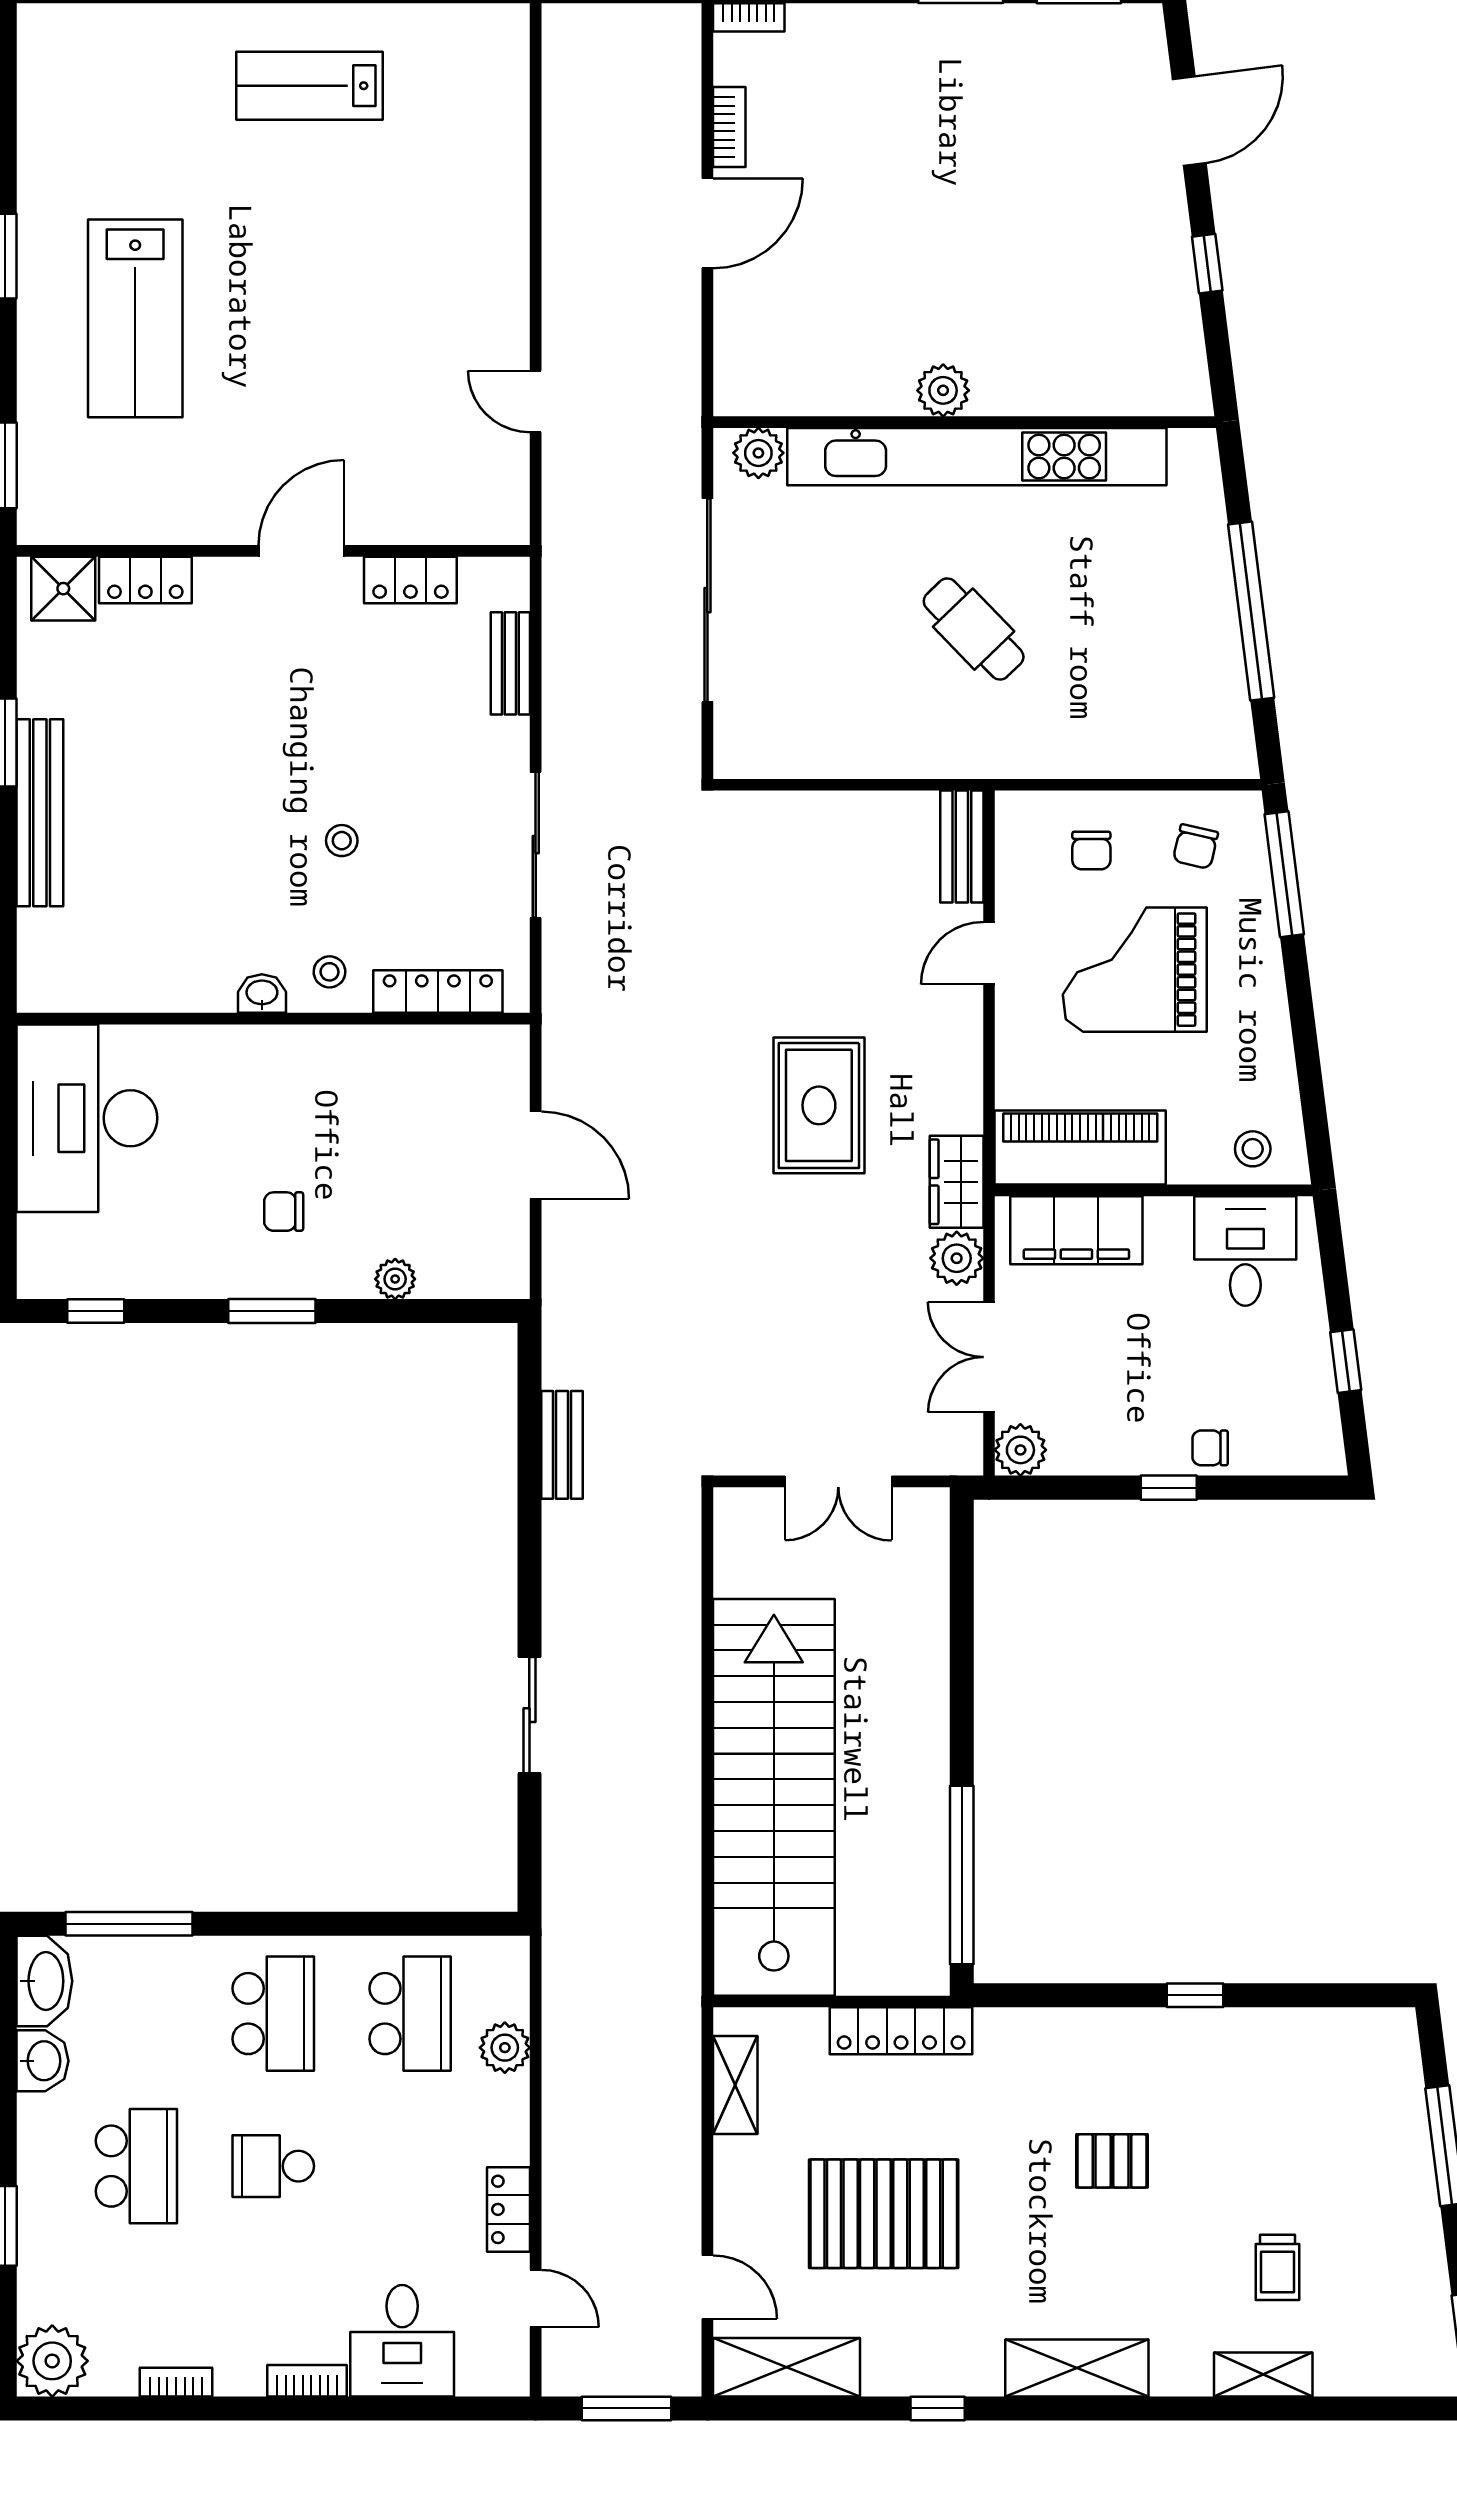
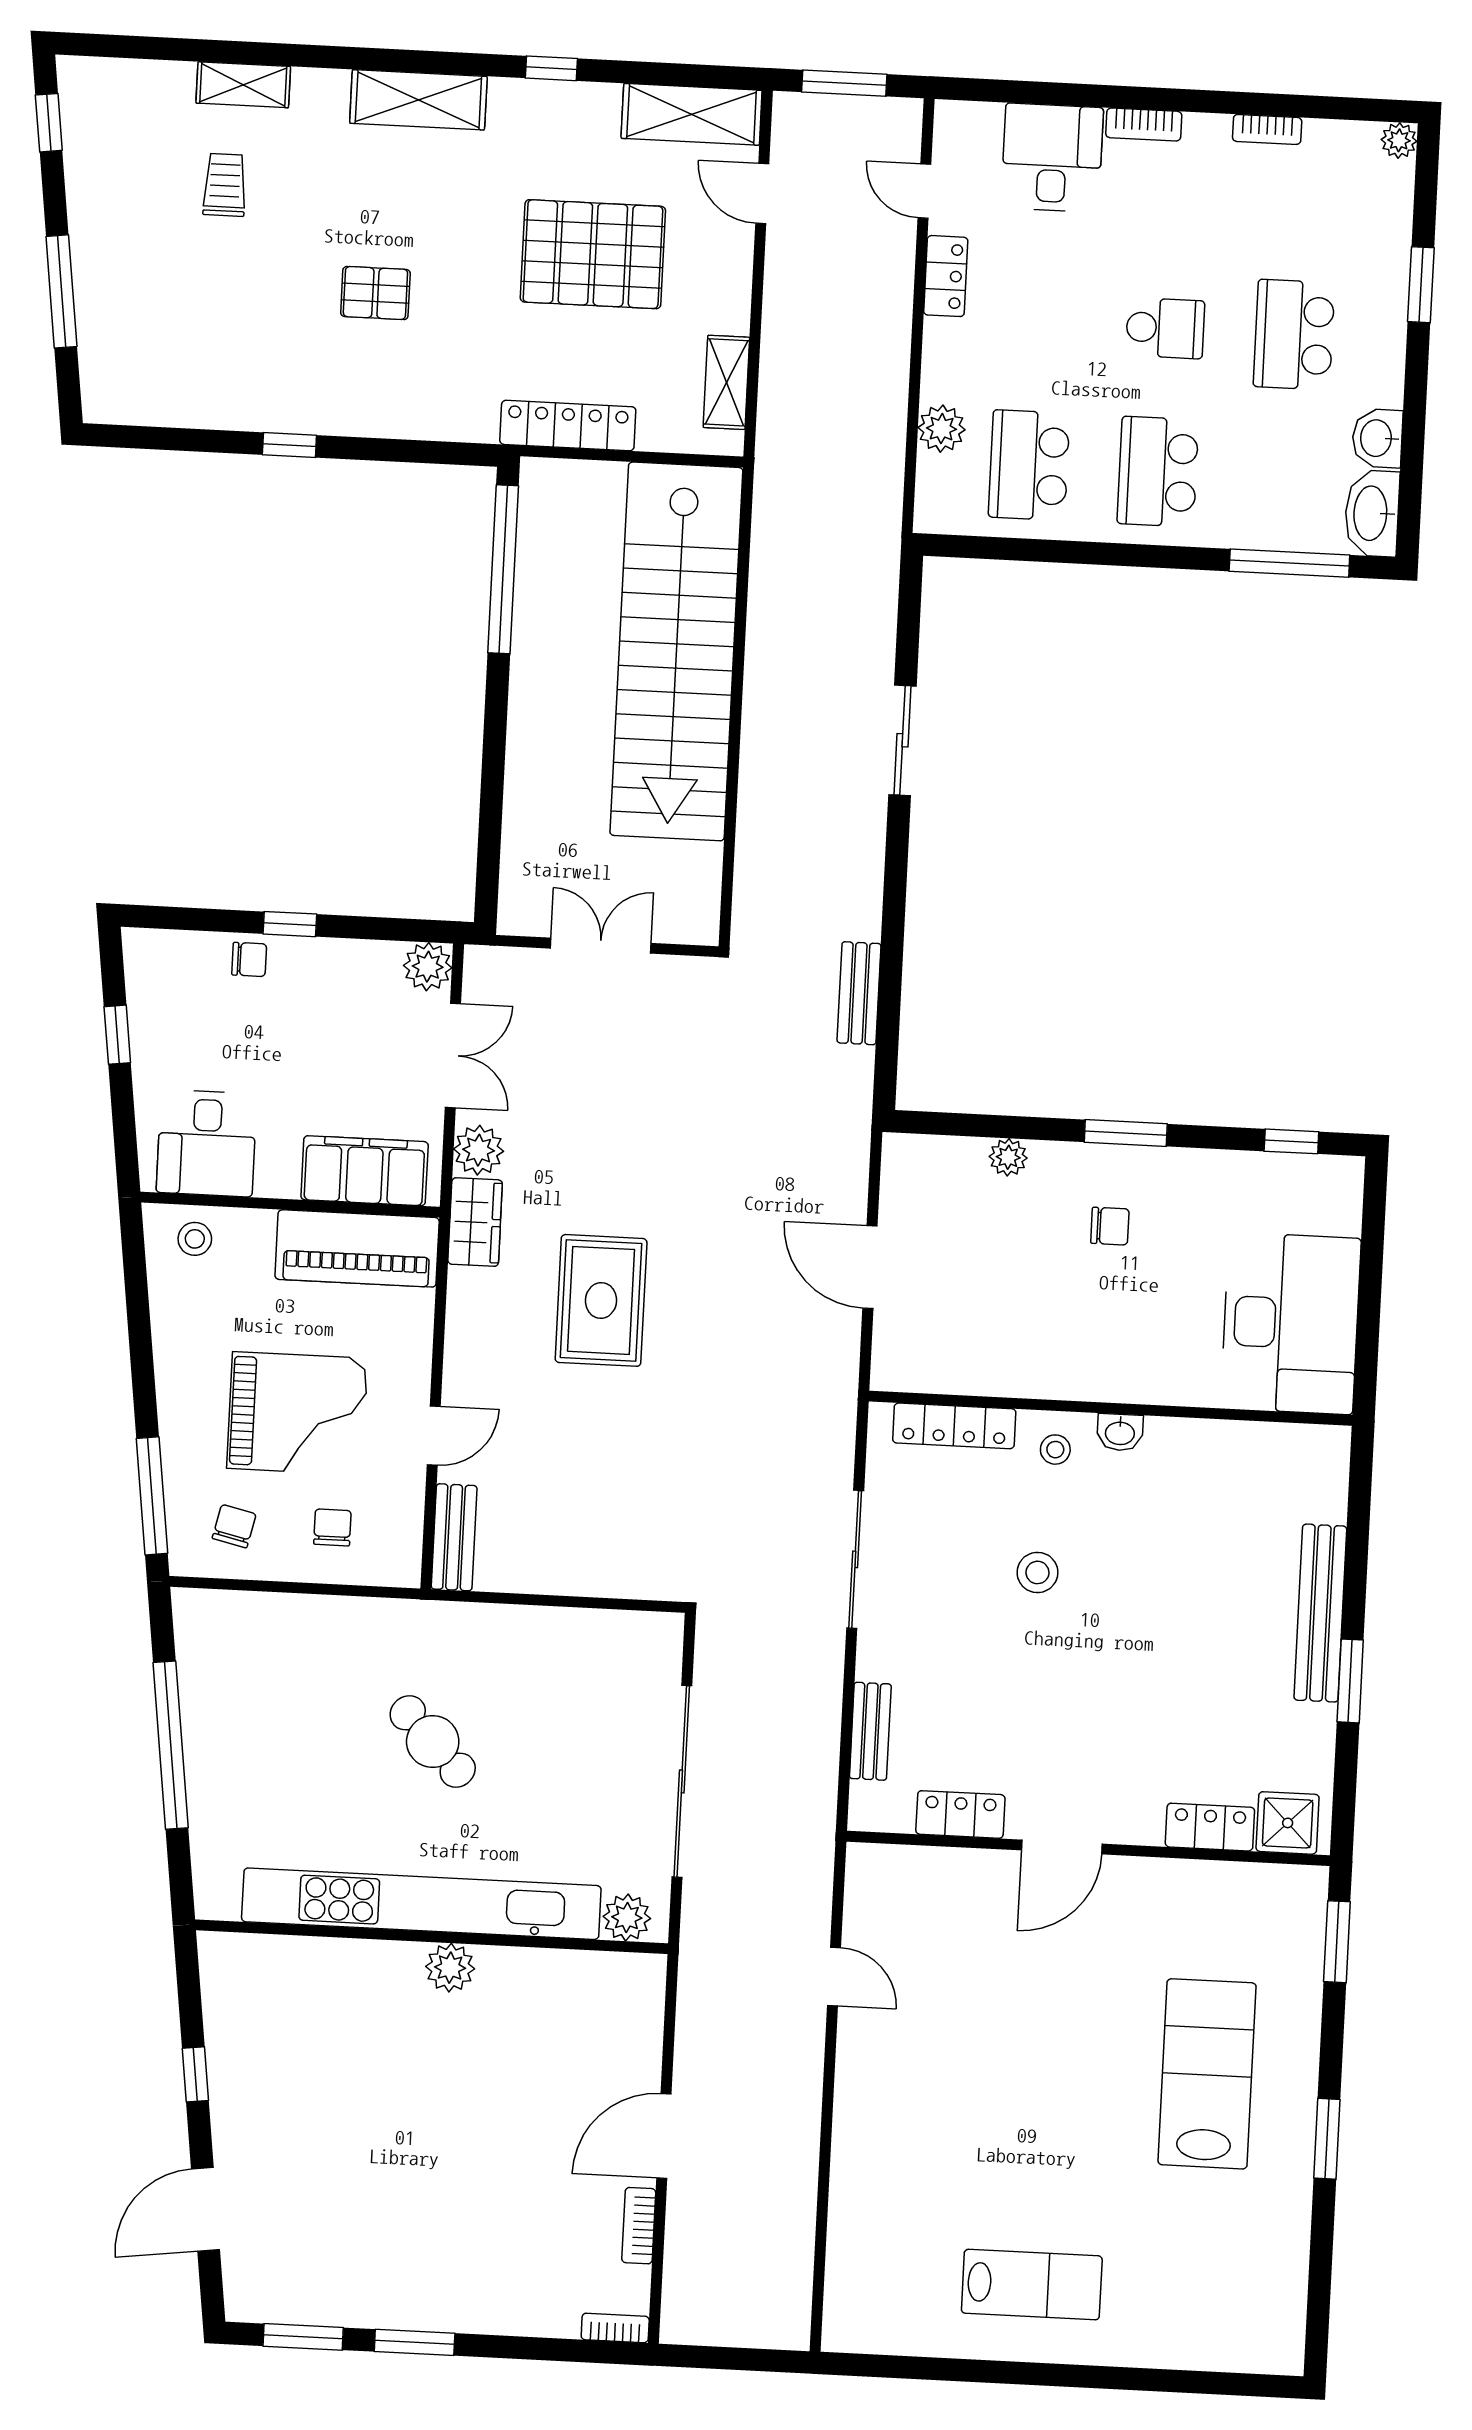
stool: (342, 841) -> (1037, 1572), width x1.37, depth x1.37
plant: (52, 2361) -> (1399, 140), width x0.53, depth x0.53

